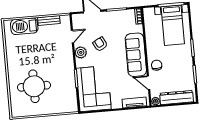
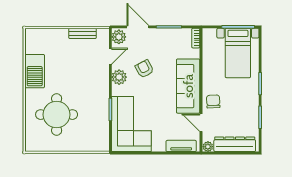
plant: (78, 21) -> (119, 37), added
barbecue: (24, 26) -> (35, 71), moved, turned -90

